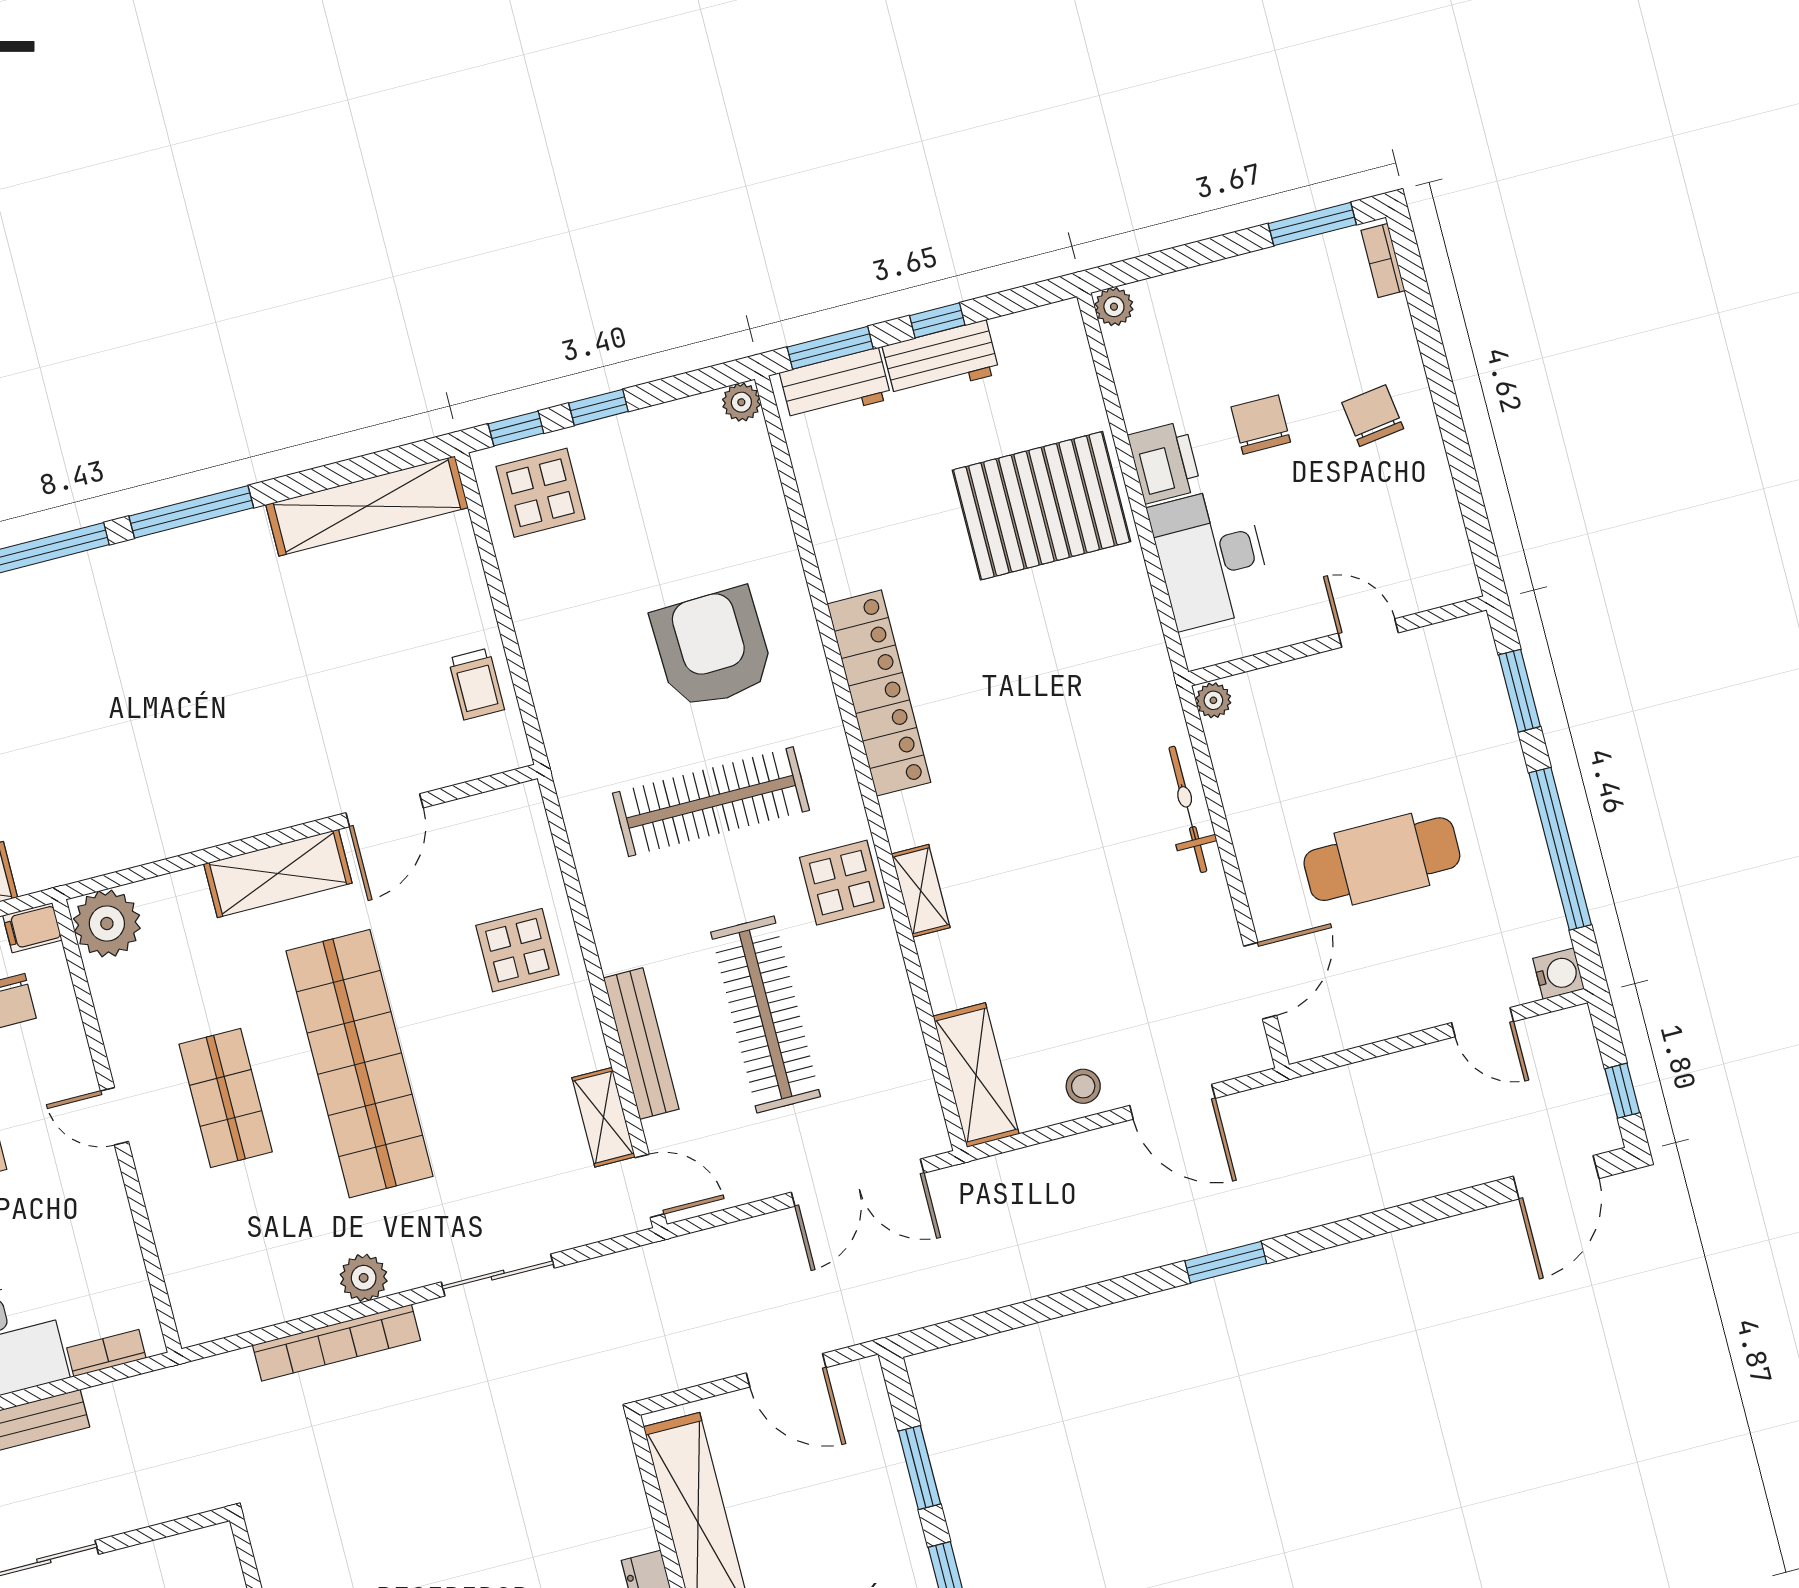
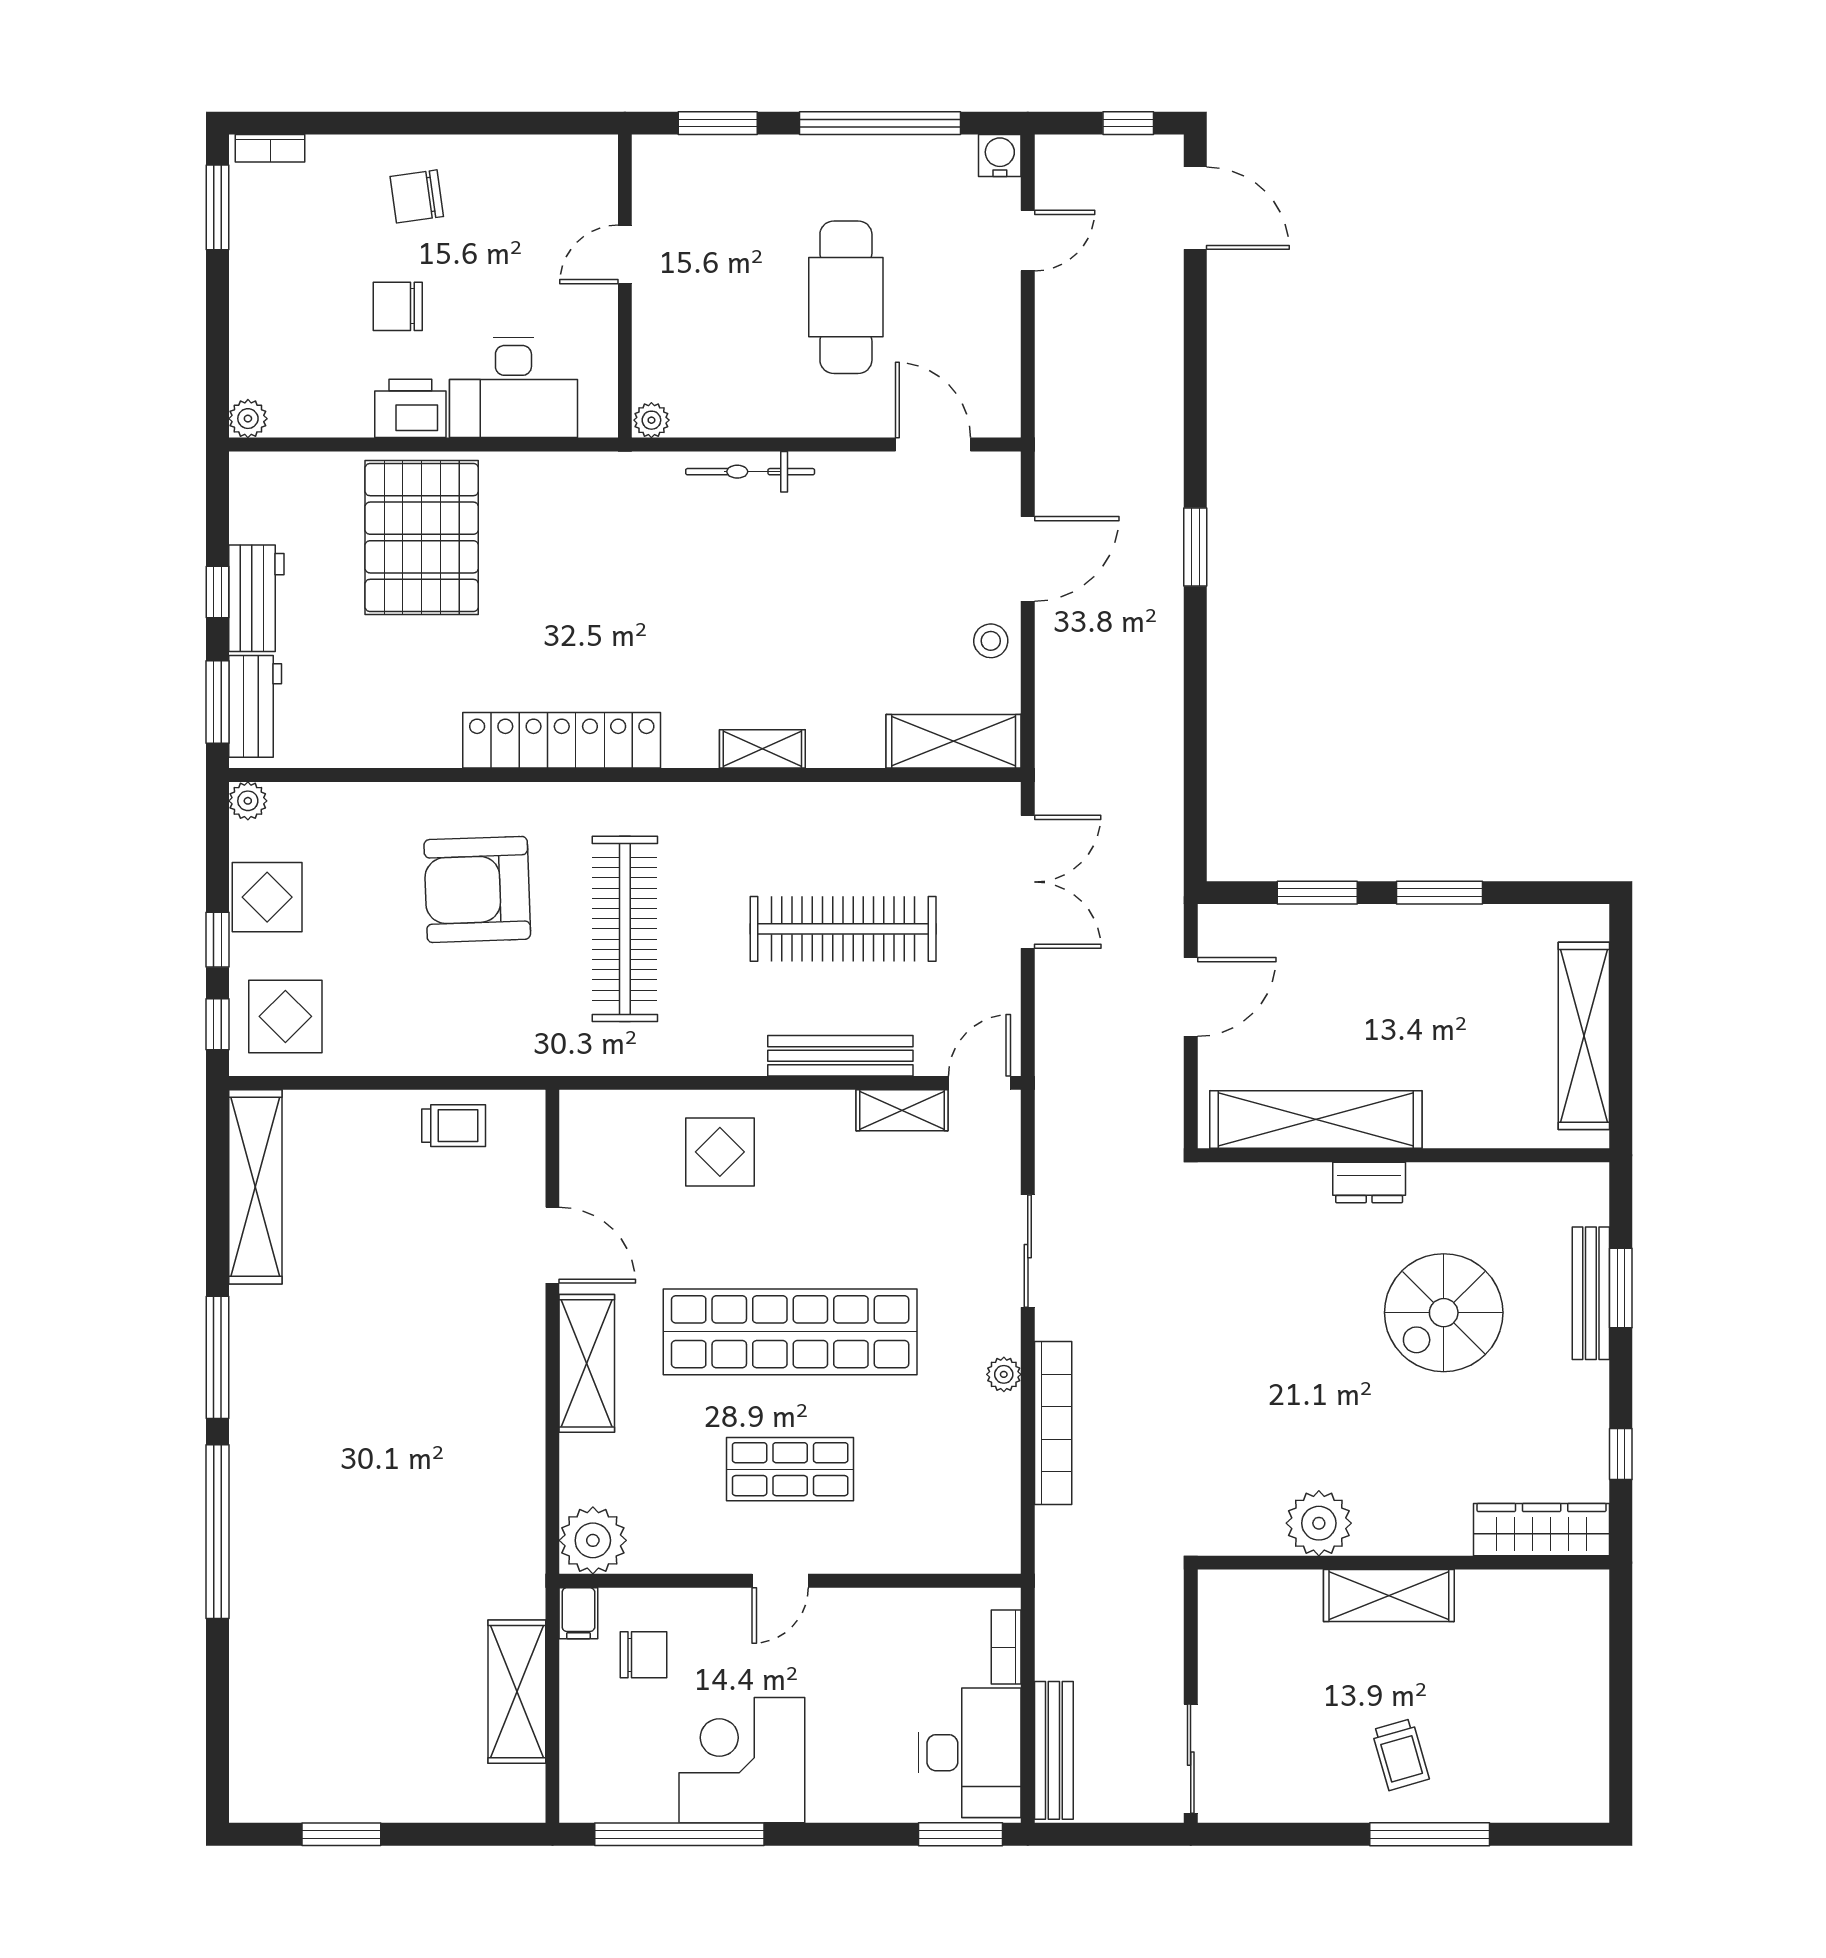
display table: (842, 883) -> (267, 897), moved
plant: (364, 1278) -> (1004, 1374), width x0.73, depth x0.73

